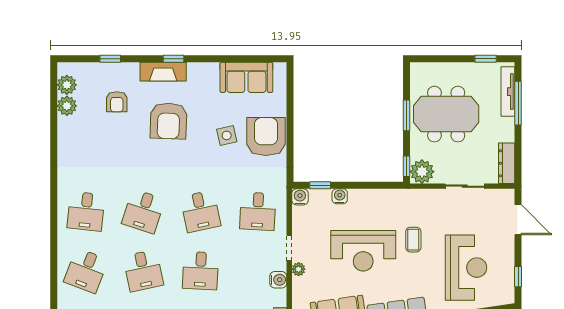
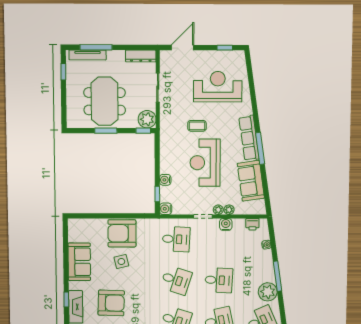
sofa: (246, 77) -> (79, 262), moved
desk: (200, 211) -> (176, 280), turned 30
reception desk: (363, 251) -> (205, 163), turned 180
plant: (299, 284) -> (229, 210), added

